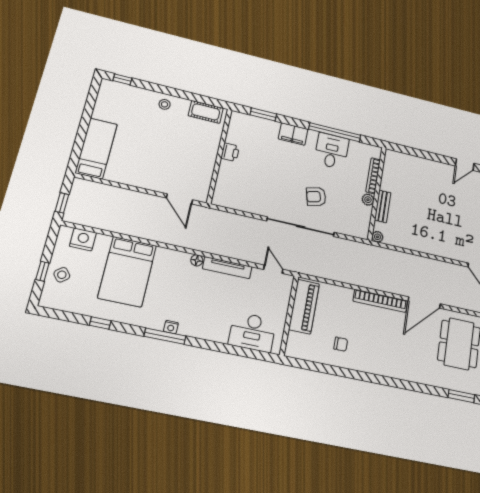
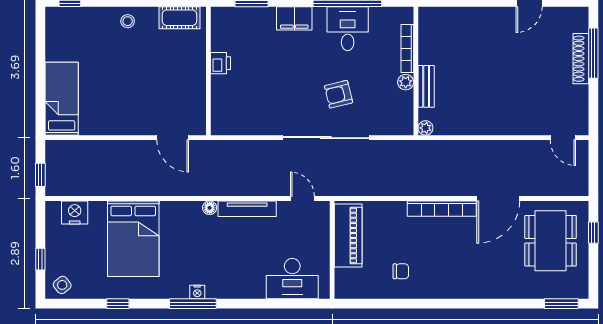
side table: (62, 275) -> (62, 285), moved

